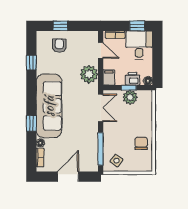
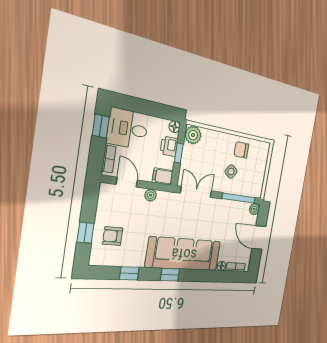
door: (101, 50) -> (127, 182), hinge flipped
plant: (89, 74) -> (151, 195), width x0.53, depth x0.53
plant: (130, 97) -> (193, 135), moved
window: (31, 123) -> (170, 275), moved
side table: (116, 161) -> (231, 172), moved
plant: (93, 166) -> (254, 209), added

